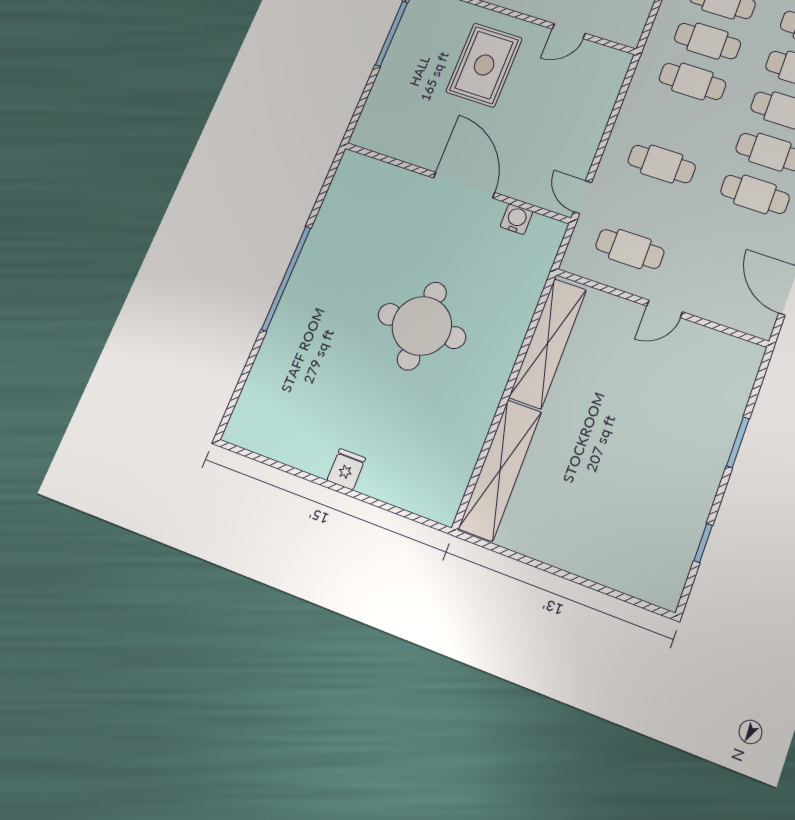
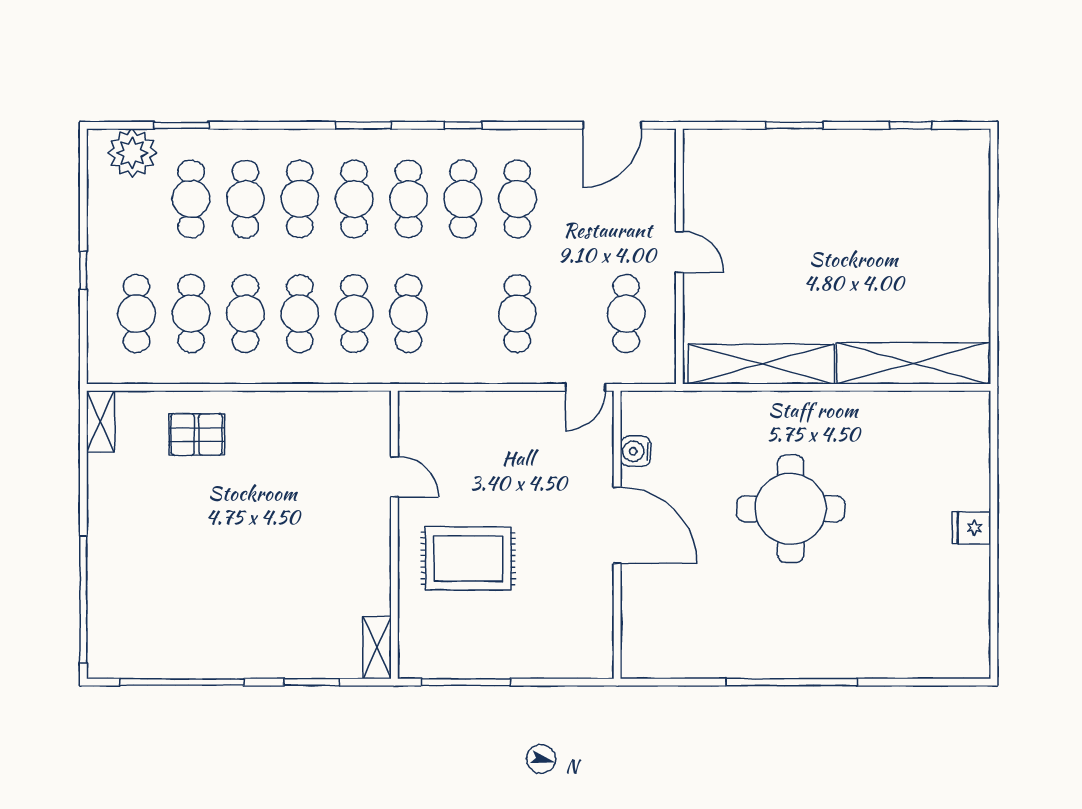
door: (464, 185) -> (617, 525), swing flipped

